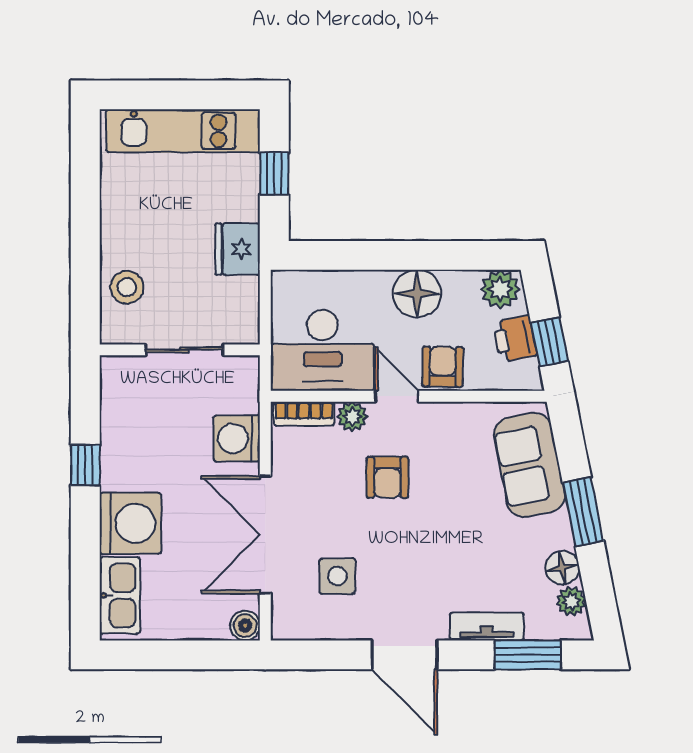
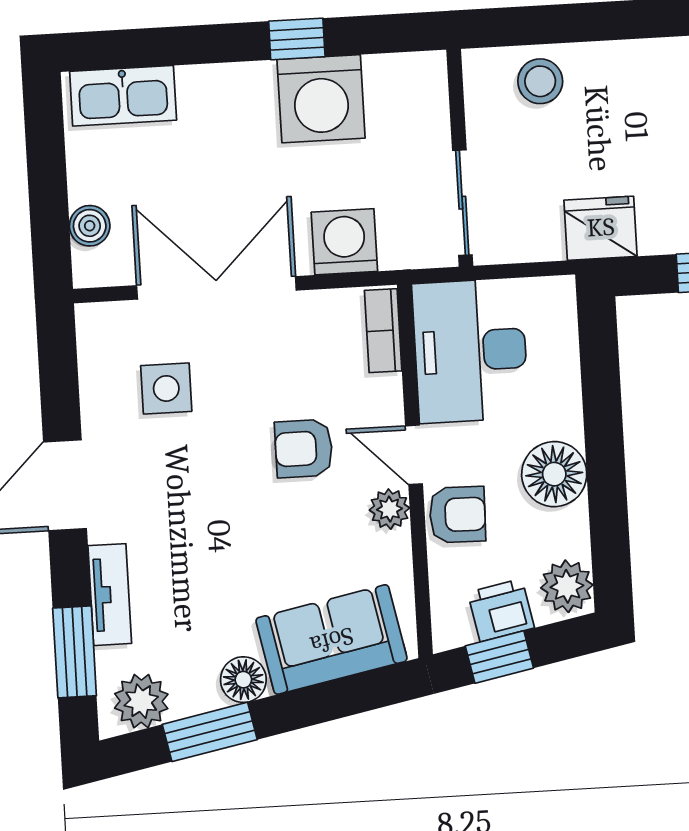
sliding door: (184, 350) -> (462, 203), moved
door: (397, 396) -> (414, 455), swing flipped
plant: (352, 417) -> (390, 509), moved
window: (583, 512) -> (210, 732), moved
washing machine: (130, 523) -> (321, 99), moved
floor lamp: (562, 568) -> (243, 680), moved
plant: (571, 601) -> (141, 701), width x1.38, depth x1.38
boiler: (245, 626) -> (90, 226), moved

